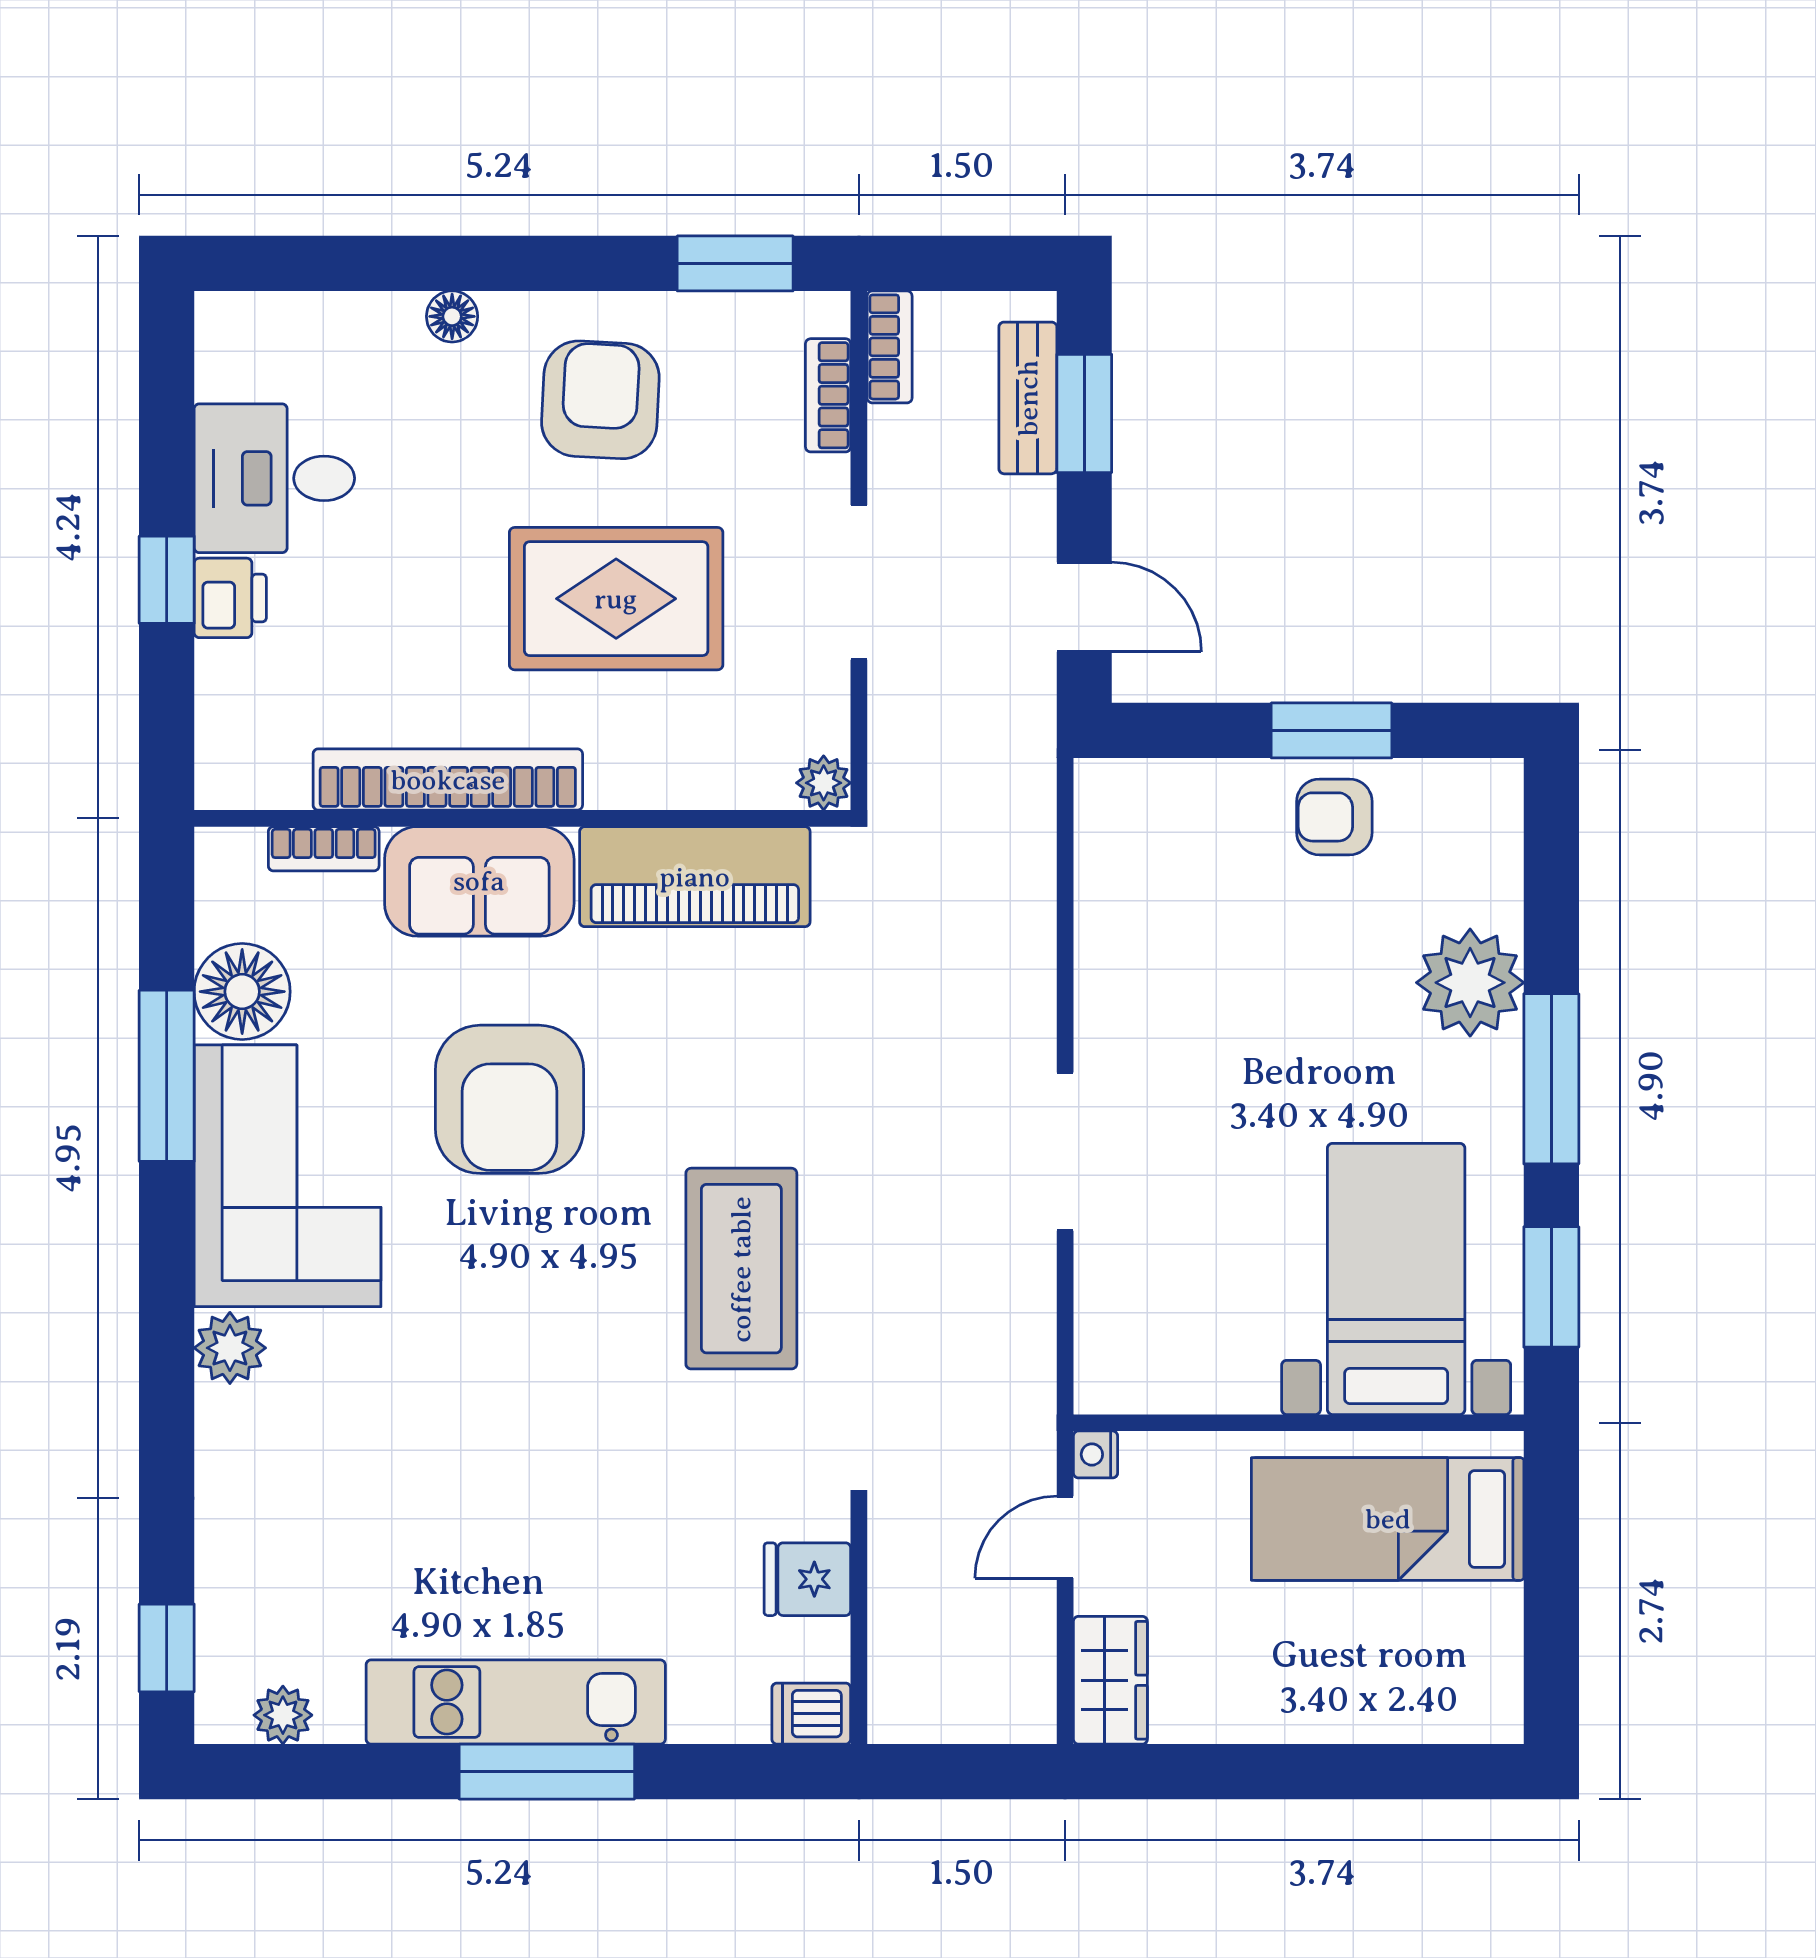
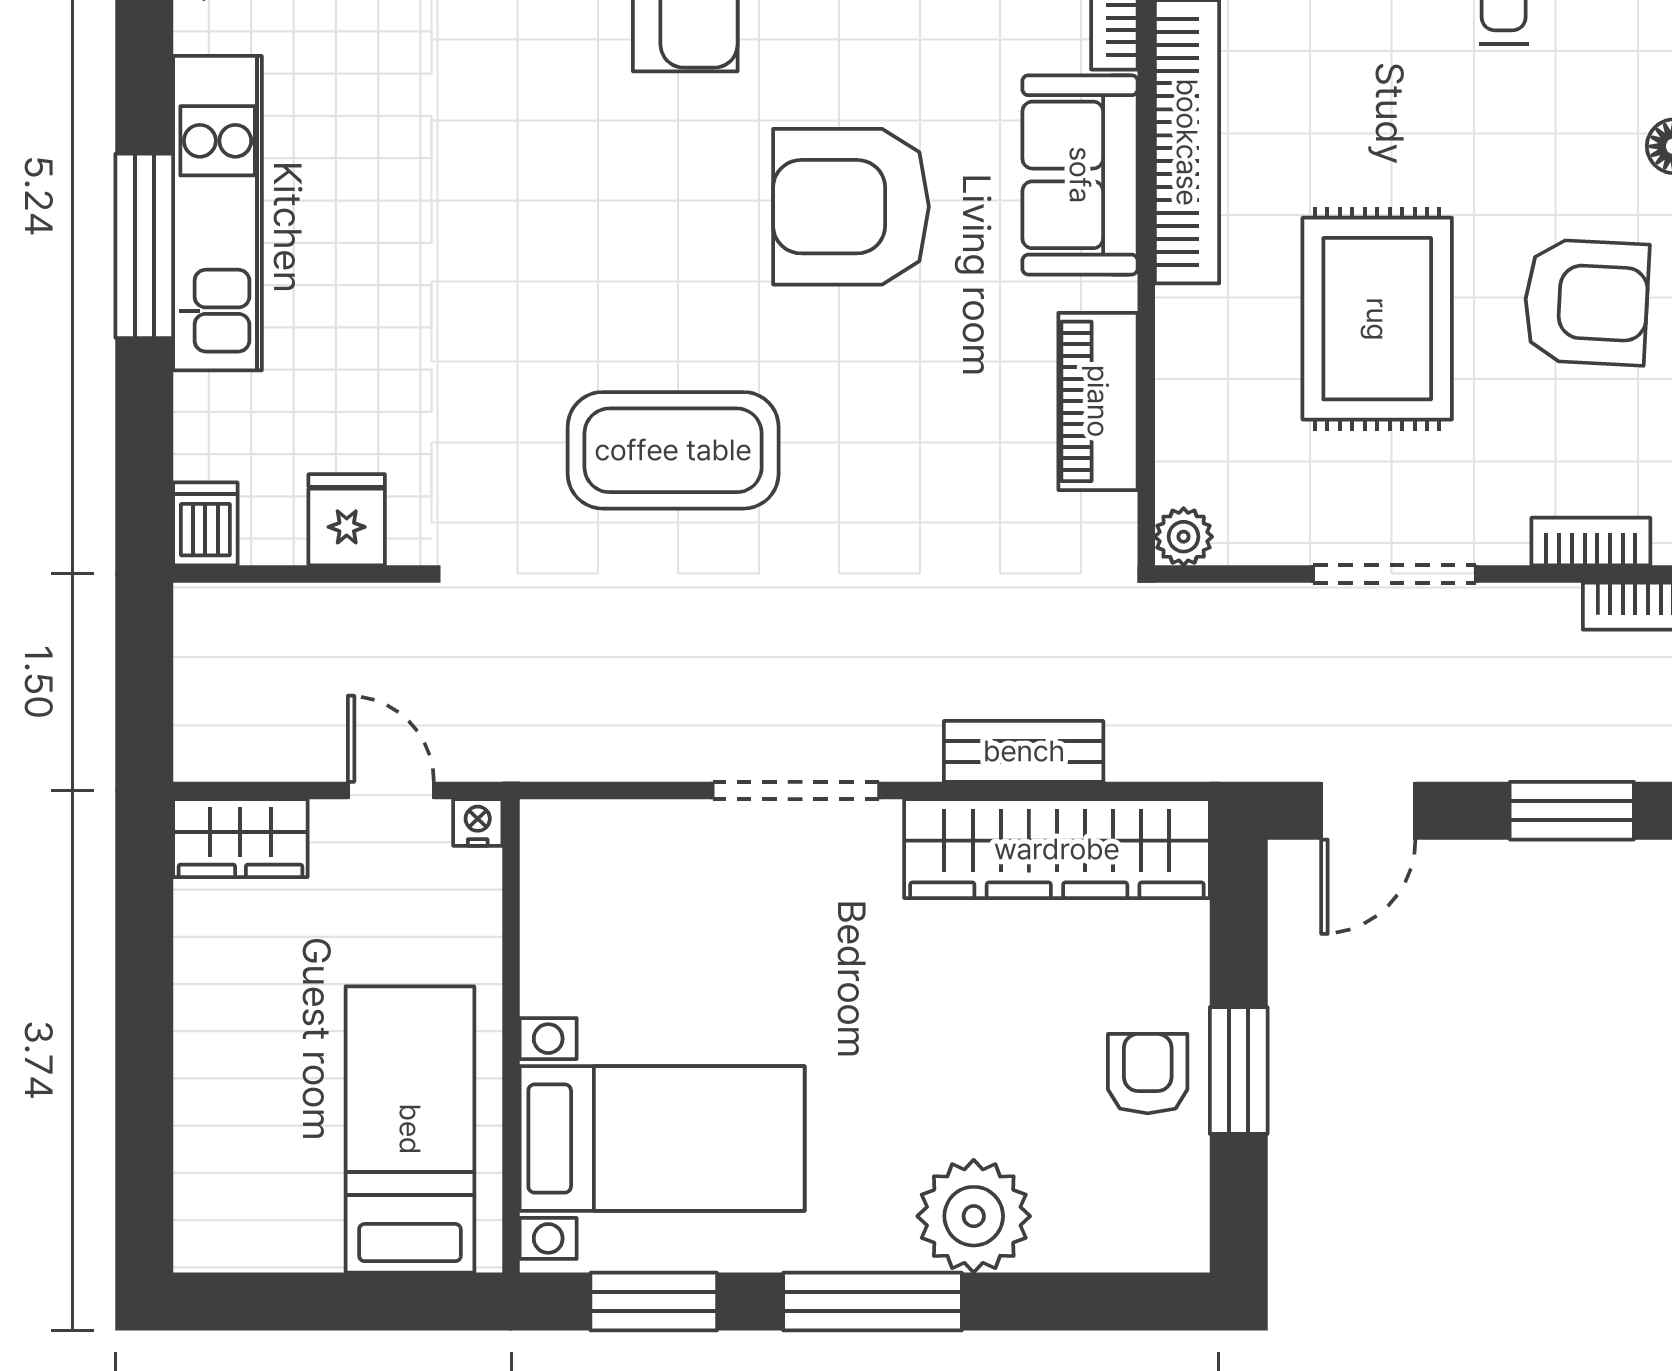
bench: (1028, 398) -> (1024, 751), moved
piano: (695, 877) -> (1098, 401), width x0.73, depth x0.75
wardrobe: (1120, 903) -> (1057, 849), added

